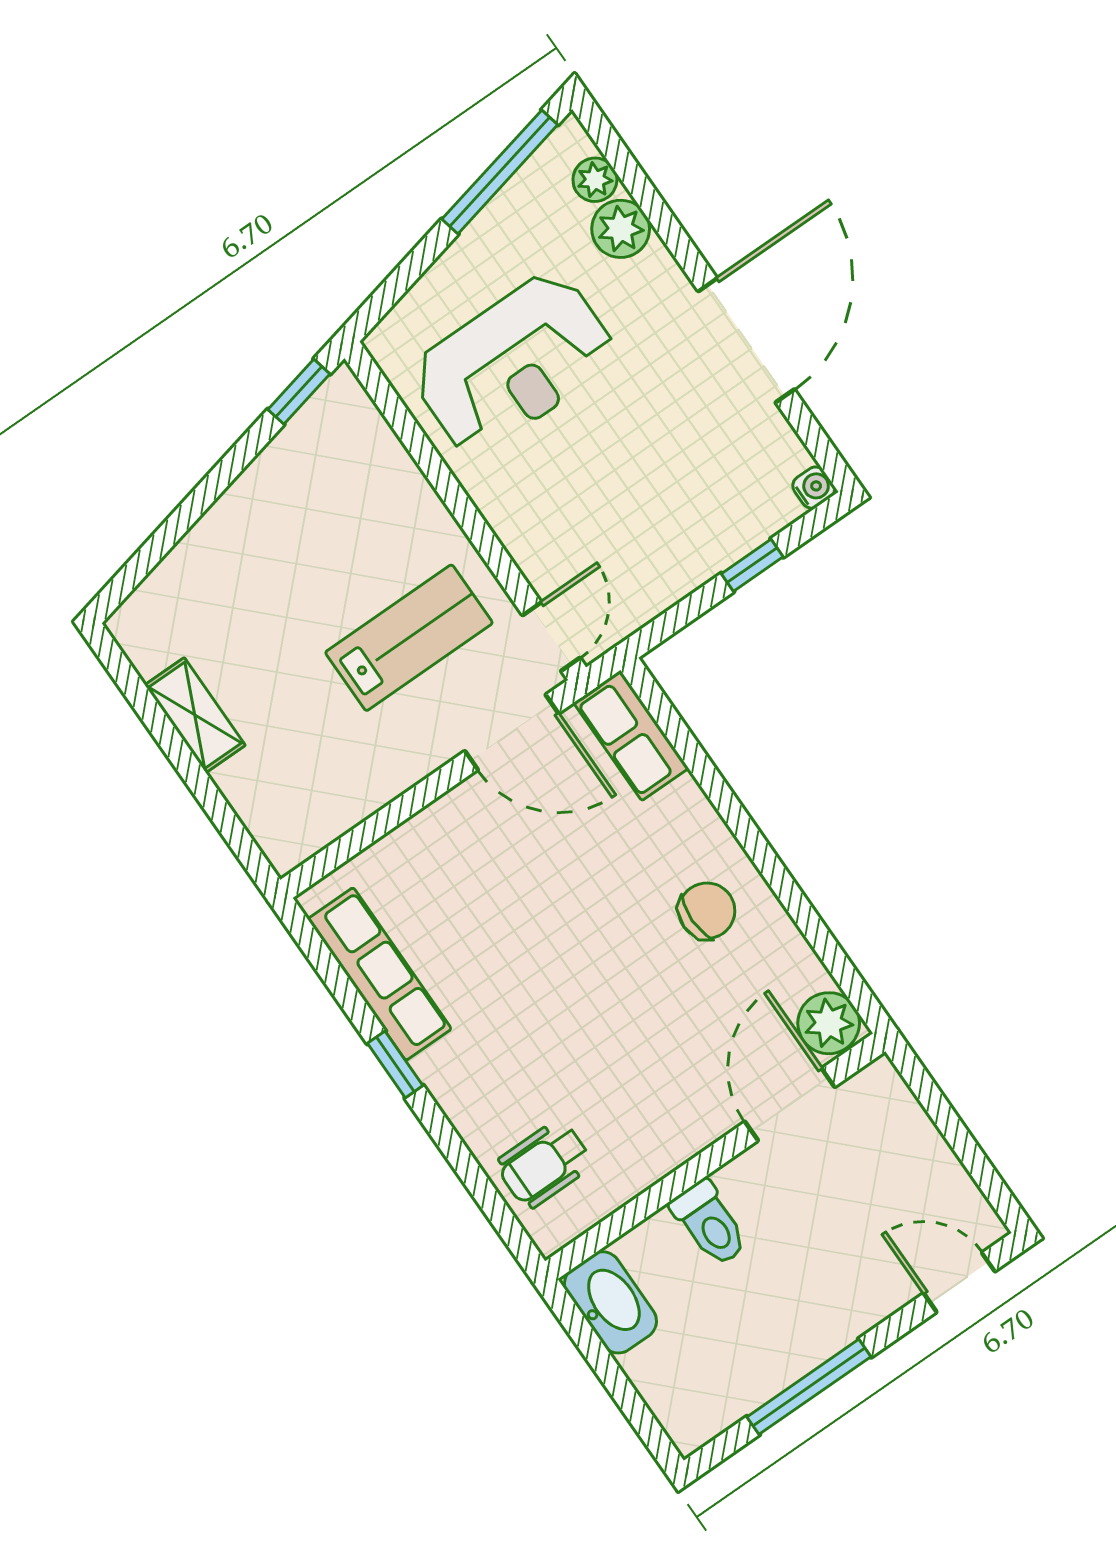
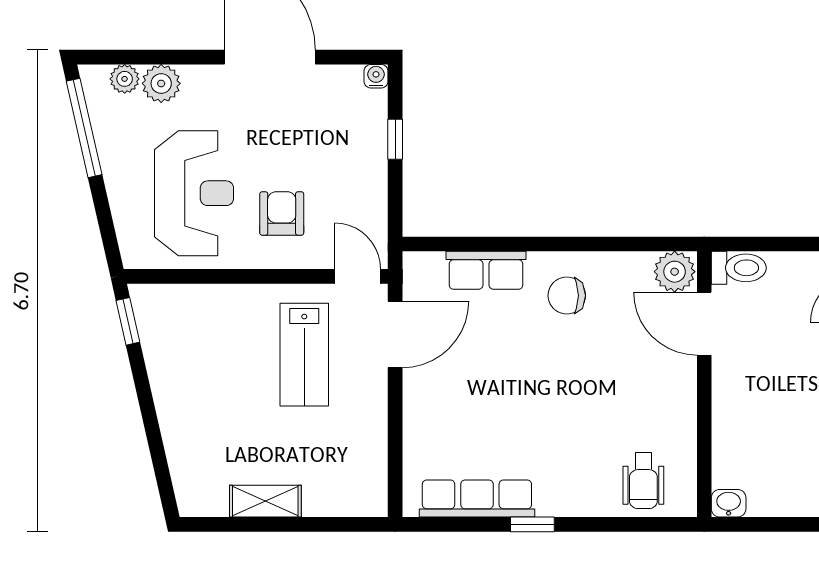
armchair: (564, 489) -> (282, 213), added
lab bench: (409, 638) -> (304, 355), turned 180
row of seats: (631, 735) -> (486, 270), moved
chair: (707, 911) -> (567, 296), turned -90
toilet: (710, 1223) -> (739, 268), moved
washbasin: (610, 1302) -> (729, 503), width x0.52, depth x0.69

